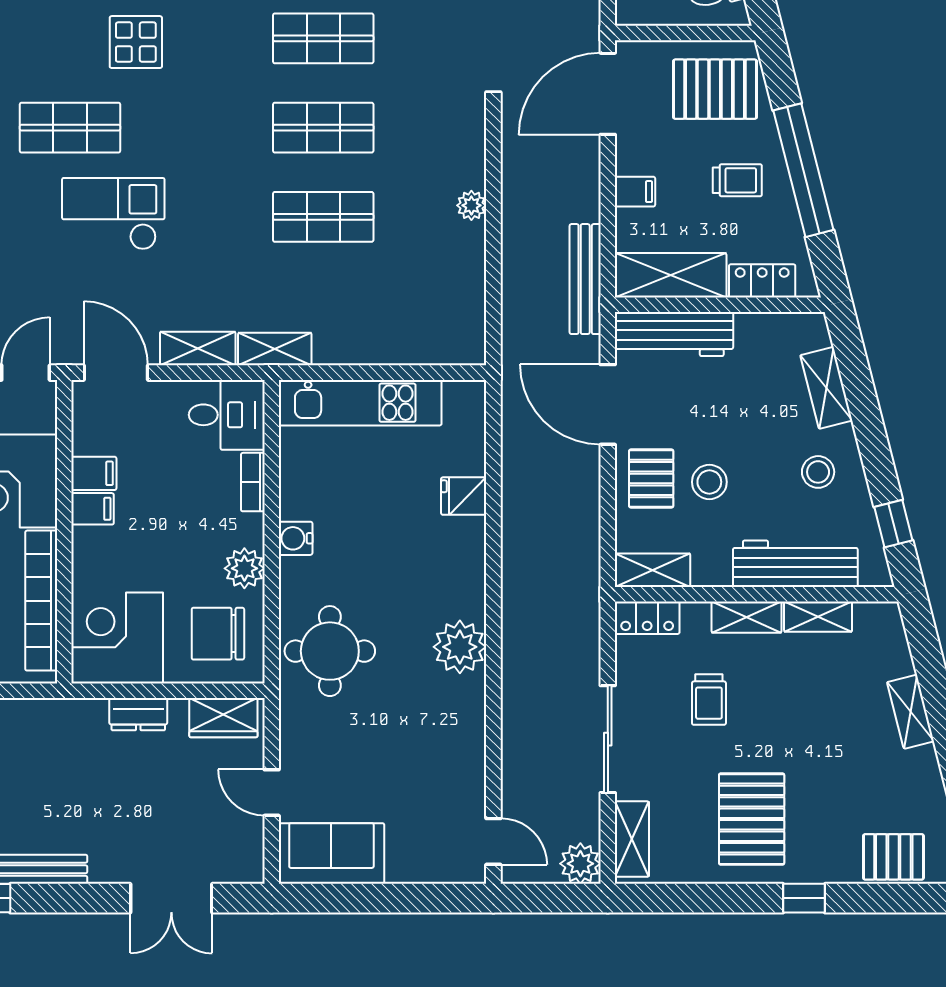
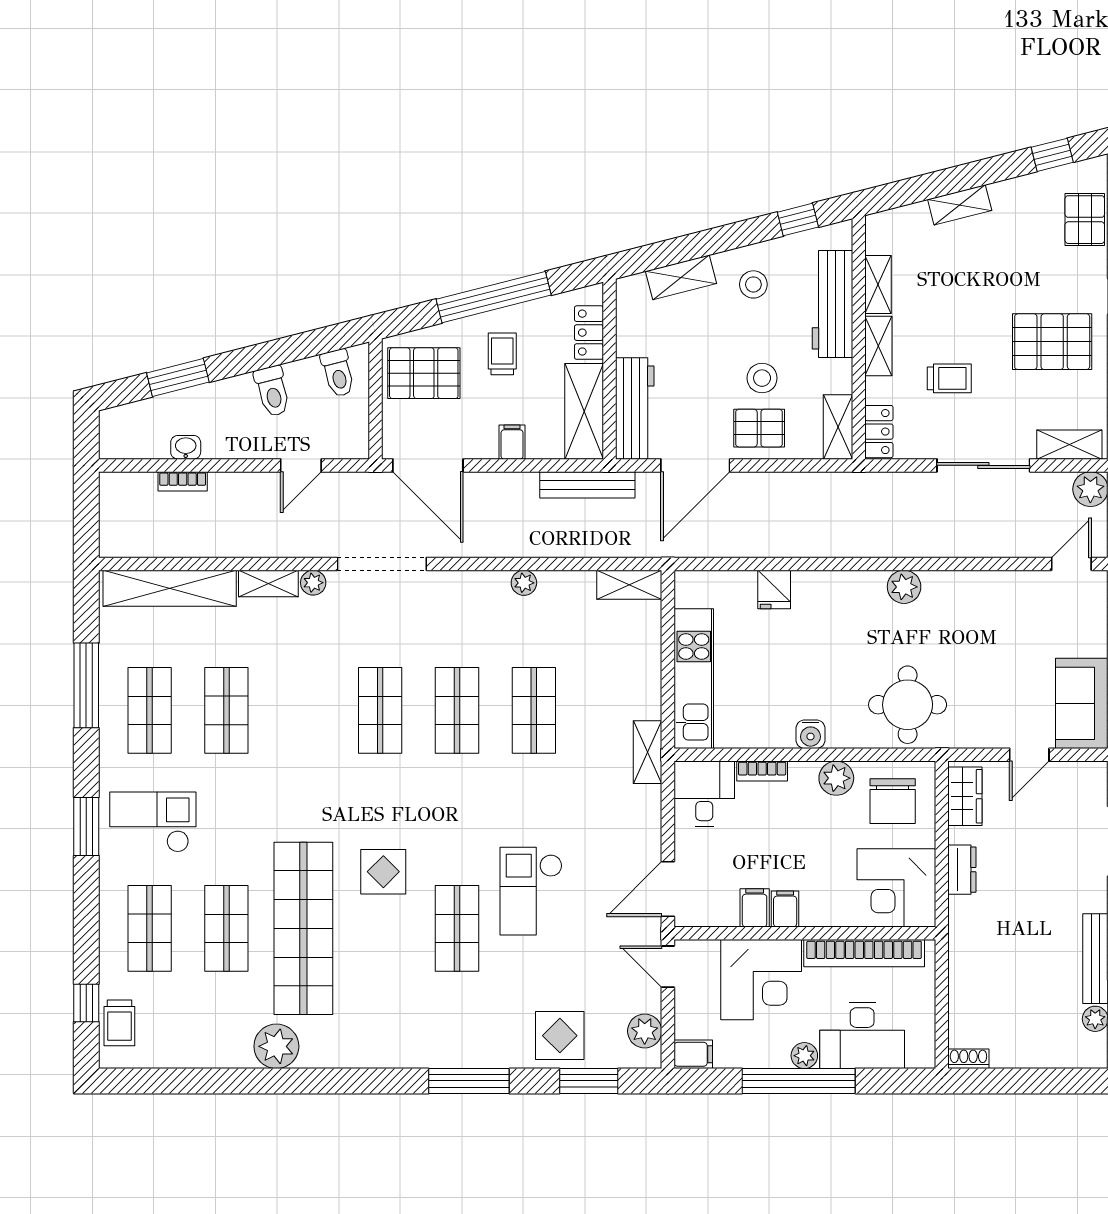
pallet: (715, 89) -> (424, 373), turned 90
shelving: (198, 349) -> (629, 585), moved, turned 90
plant: (460, 647) -> (904, 587), width x0.73, depth x0.73

